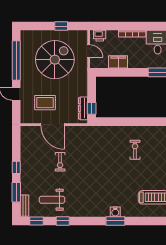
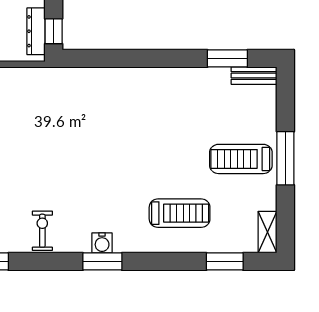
exercise bike: (135, 150) -> (42, 231), moved

